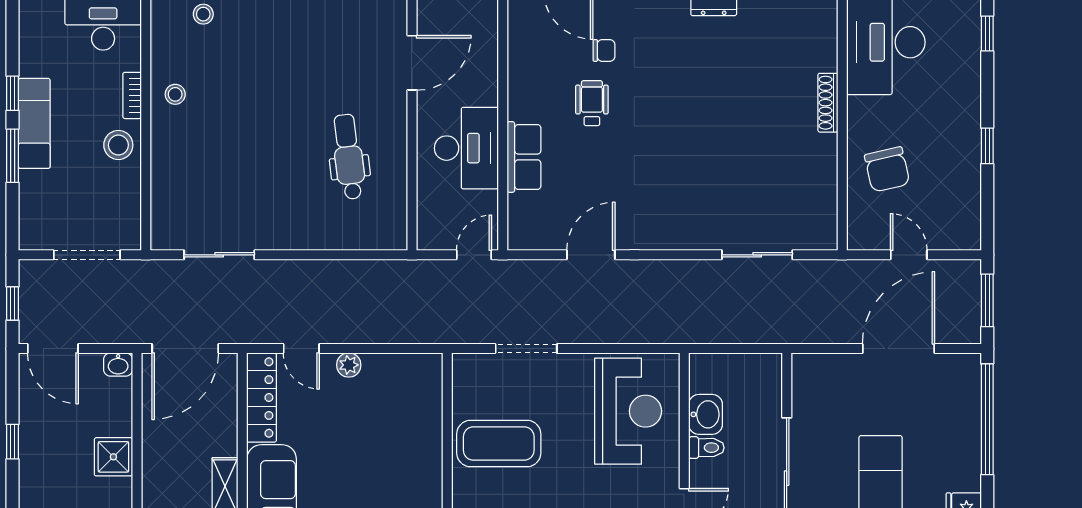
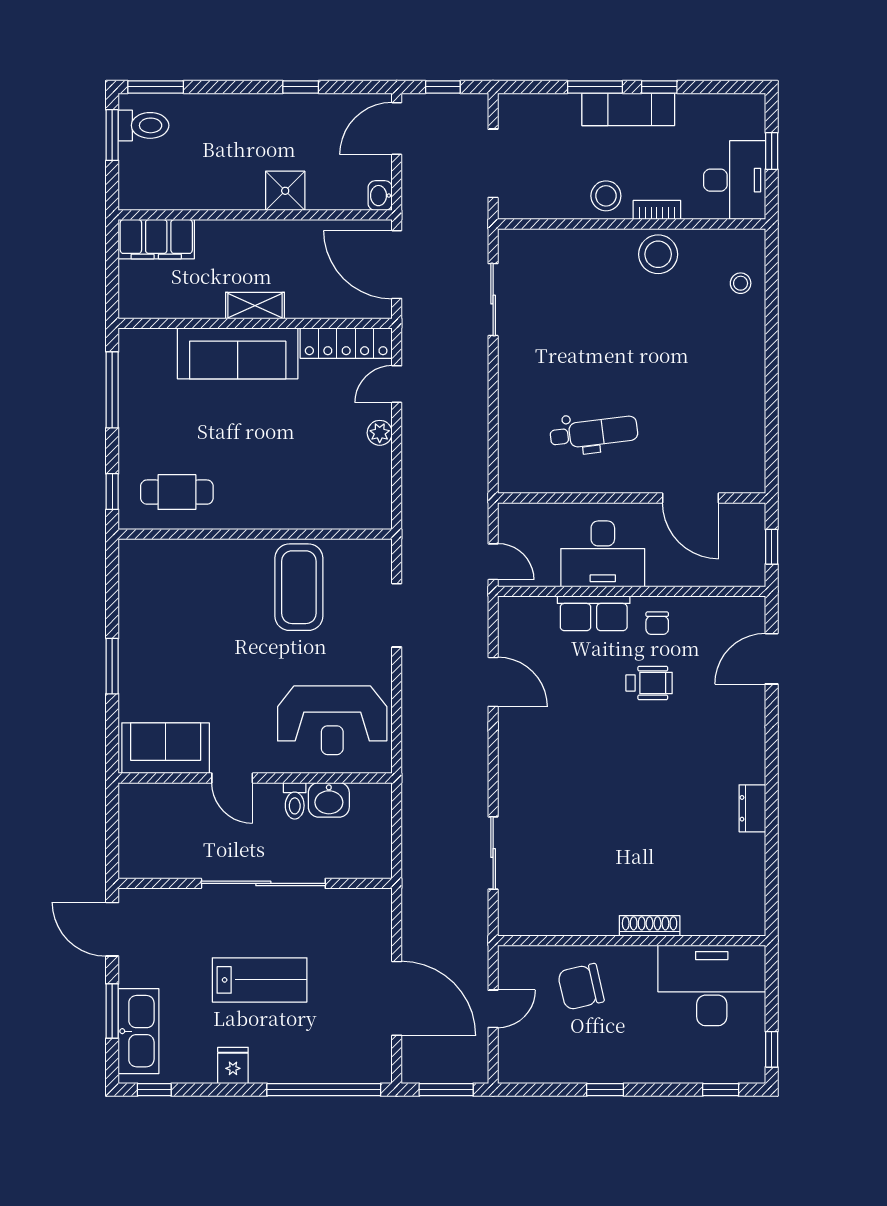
chair: (604, 50) -> (657, 623), moved
stool: (175, 94) -> (658, 254), width x1.89, depth x1.89

